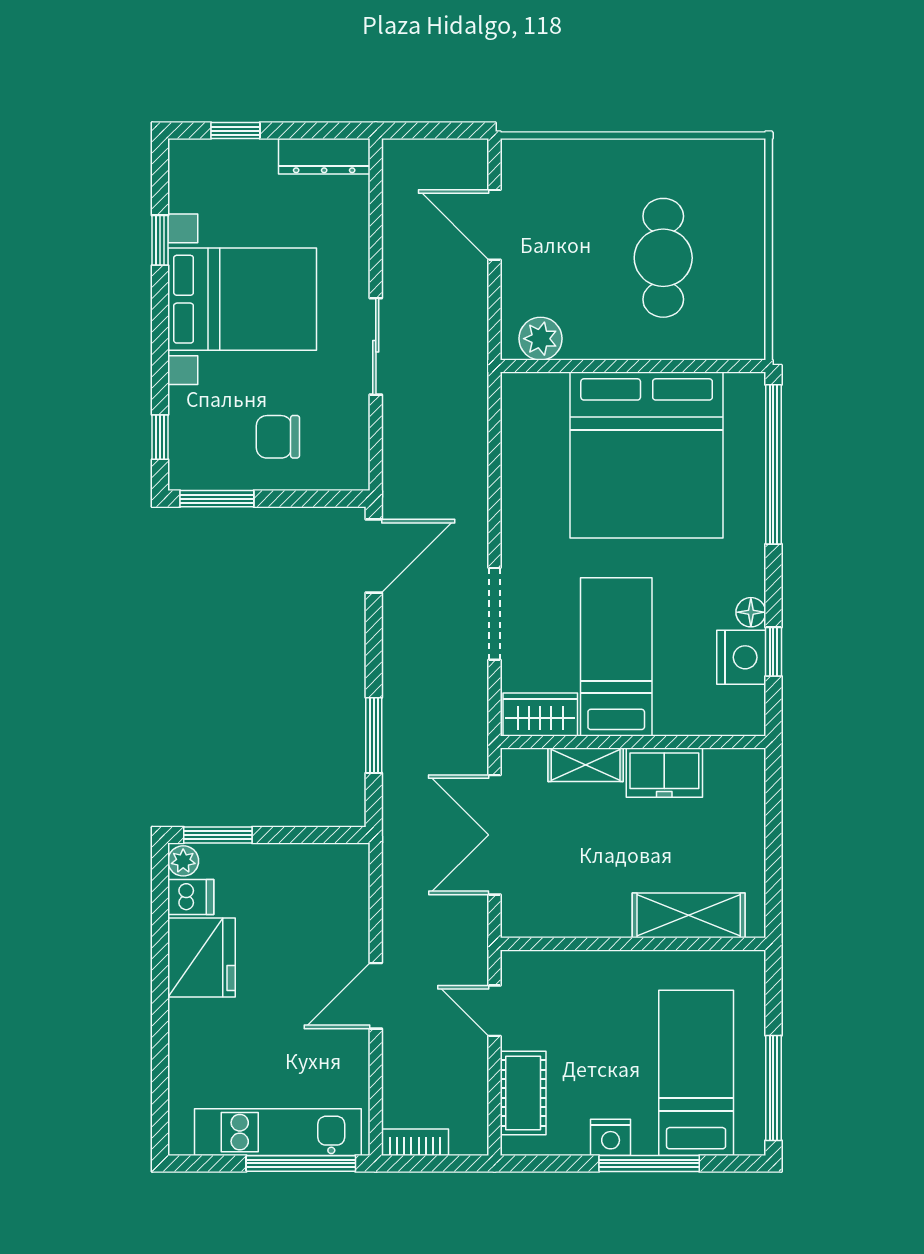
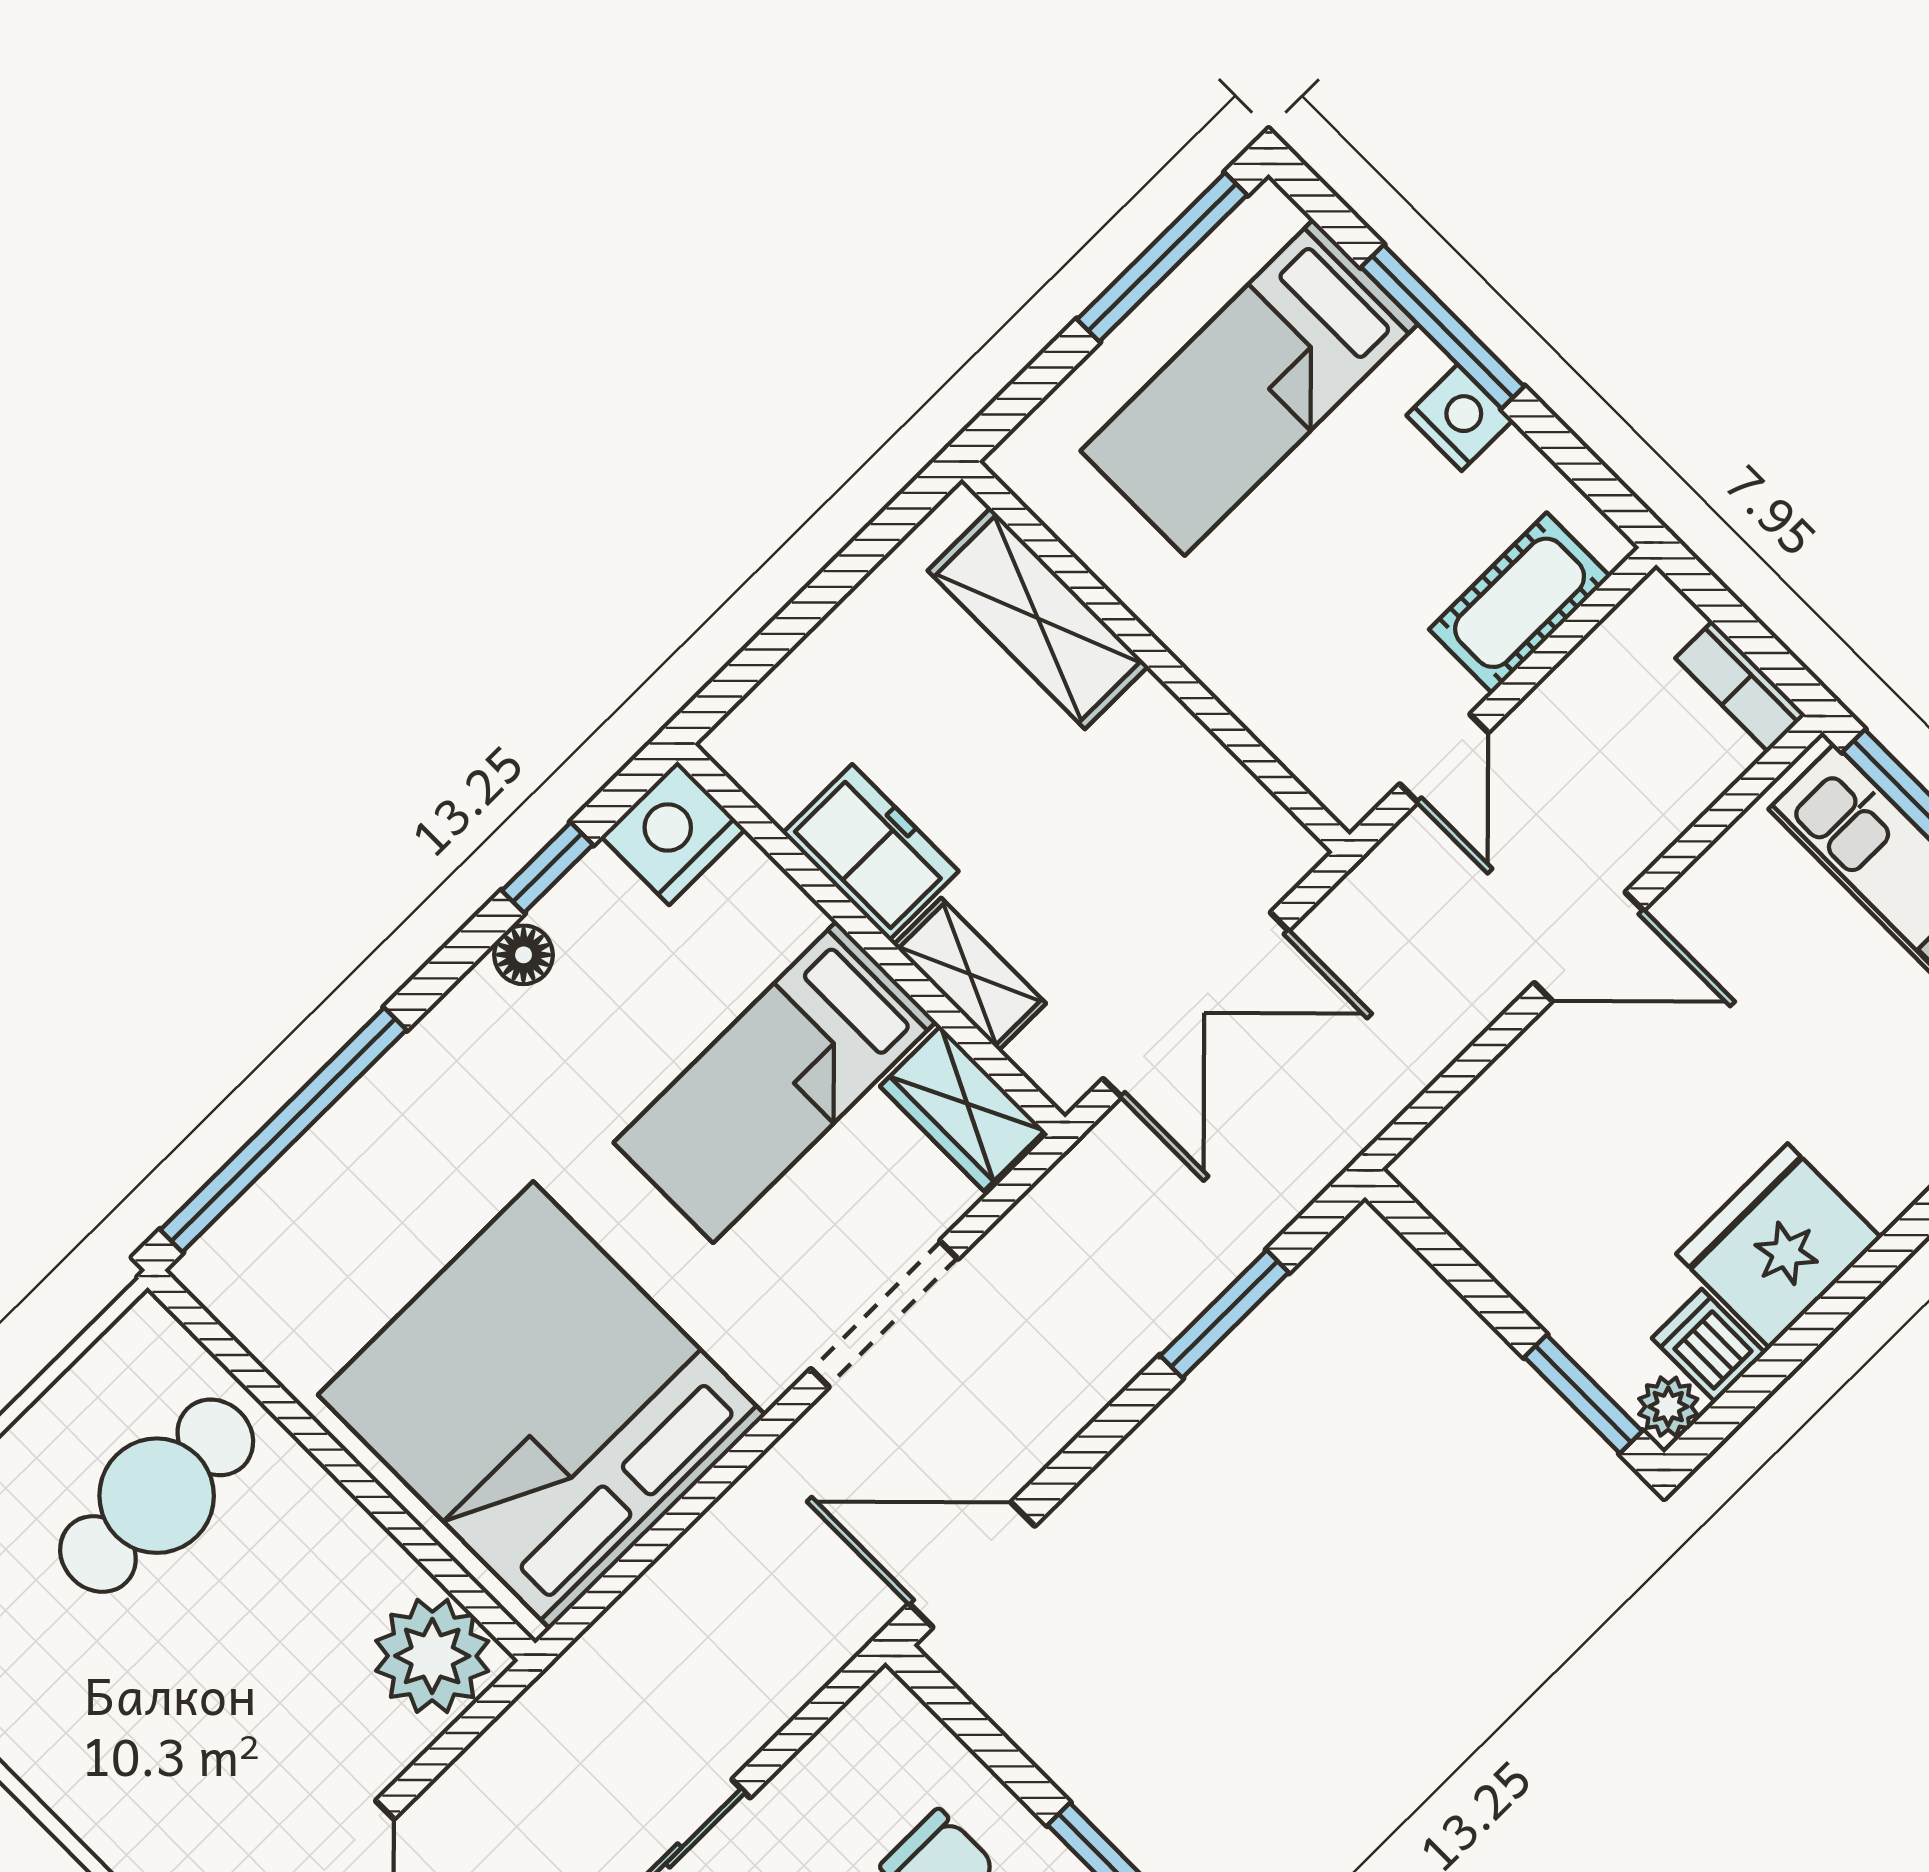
cafe table: (663, 258) -> (157, 1496), moved
plant: (541, 339) -> (432, 1656), width x1.36, depth x1.36
bed: (647, 455) -> (542, 1405), moved, turned -90
nightstand: (741, 657) -> (673, 833), moved

